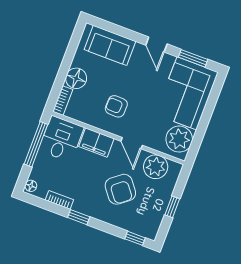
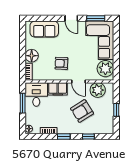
window: (36, 144) -> (23, 103), width x0.69
armchair: (120, 189) -> (82, 111), turned 96
window: (135, 238) -> (88, 137), moved

